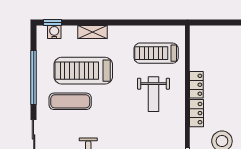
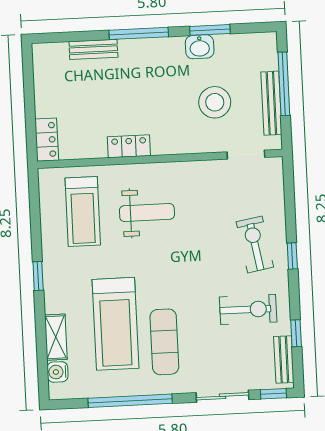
window: (53, 23) -> (38, 276), moved
shelving: (93, 32) -> (56, 337), moved
locker: (197, 113) -> (47, 140), moved, turned 90

